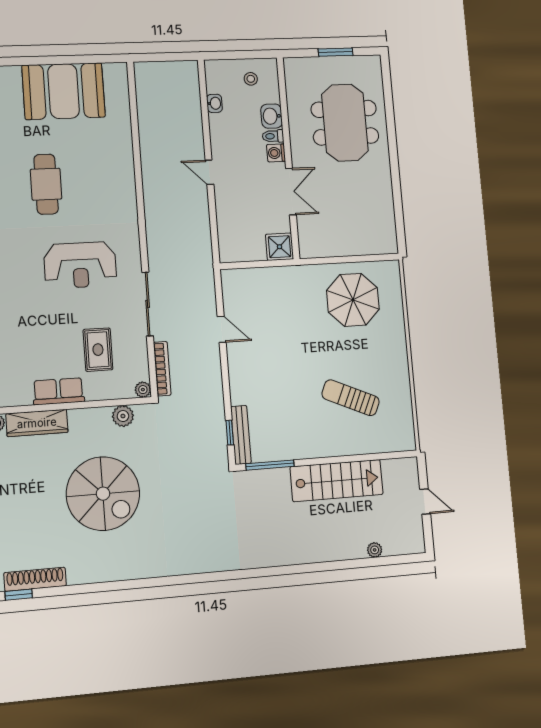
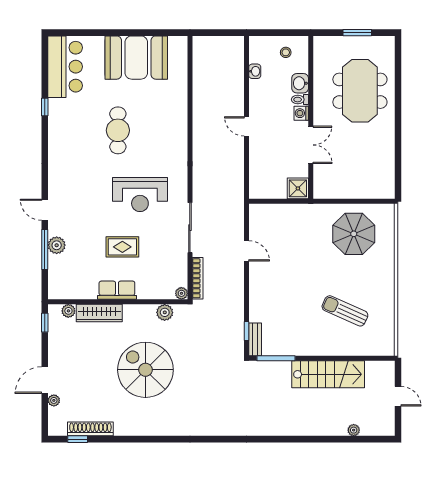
rug: (98, 350) -> (122, 247), moved, turned 90
bench: (241, 435) -> (255, 339), width x0.73
spiral stairs: (103, 494) -> (145, 370), turned 180

